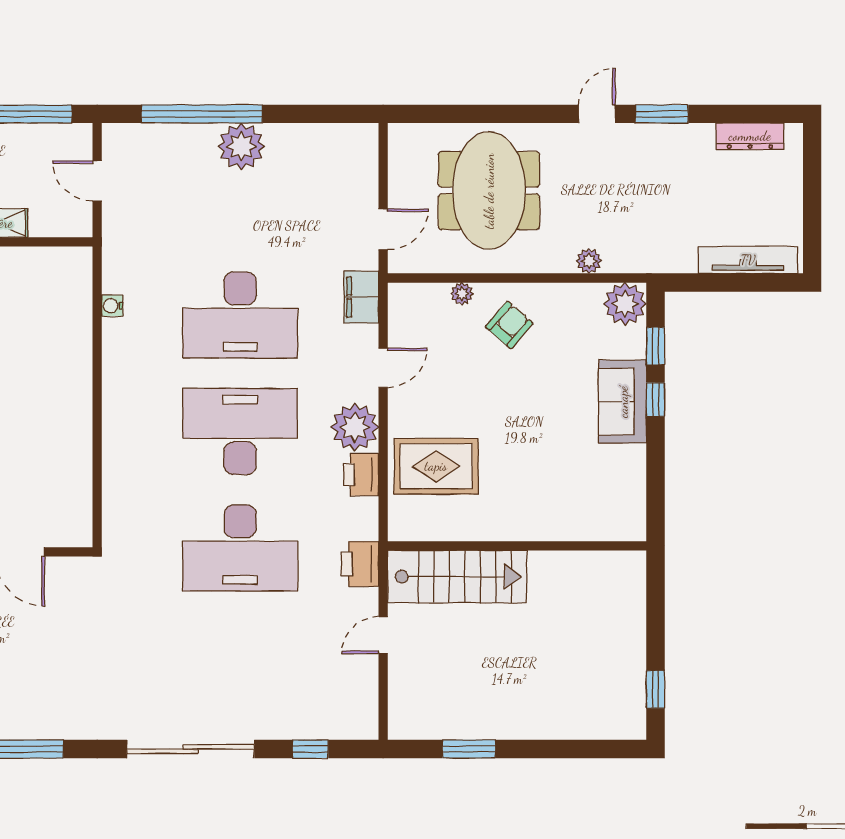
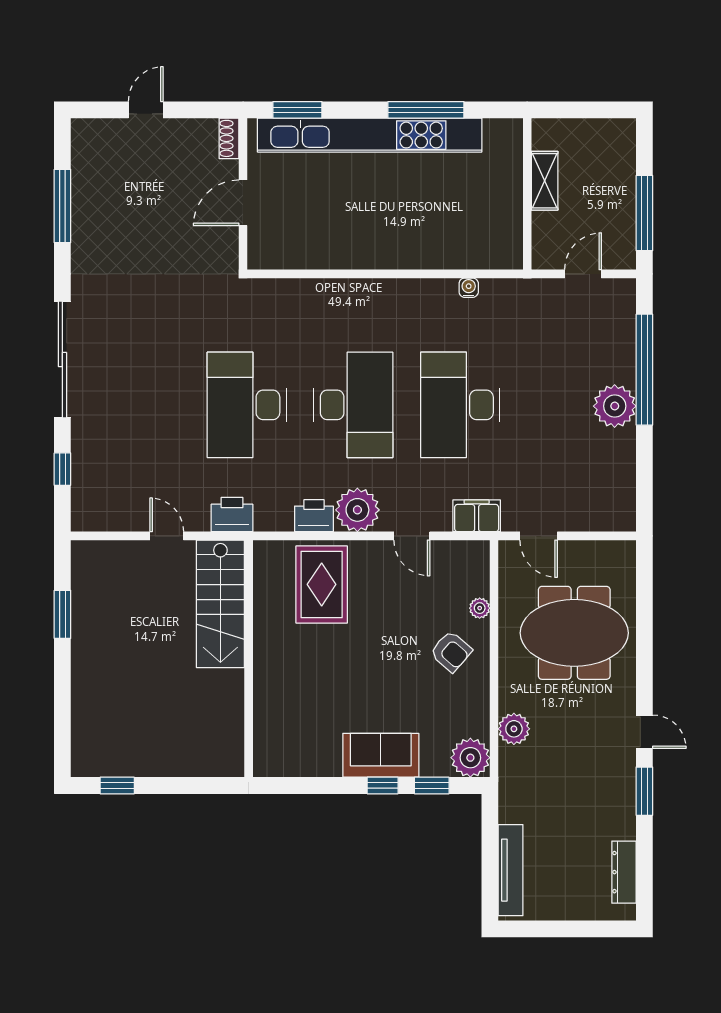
plant: (589, 261) -> (514, 729), width x1.38, depth x1.38

